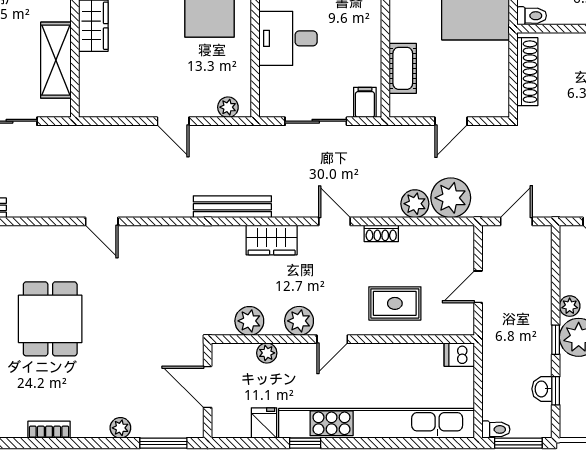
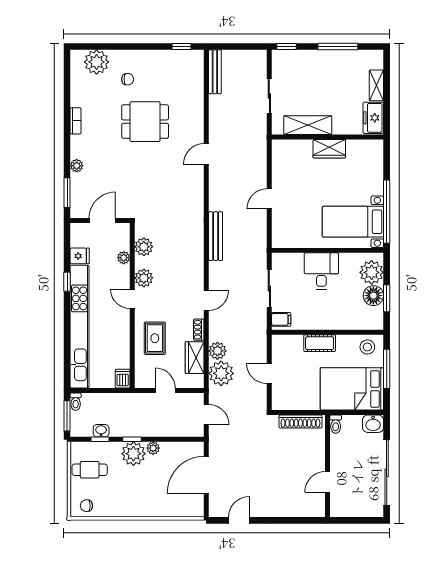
cot: (403, 68) -> (320, 343), moved
plant: (228, 107) -> (278, 233), removed
wardrobe: (272, 240) -> (195, 358), moved

